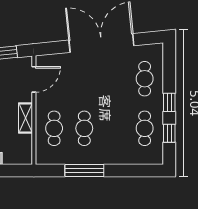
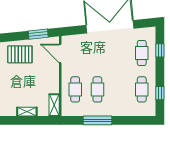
door: (34, 79) -> (60, 54), swing flipped
window: (169, 102) -> (160, 50), moved
shelving: (26, 118) -> (54, 105), moved

